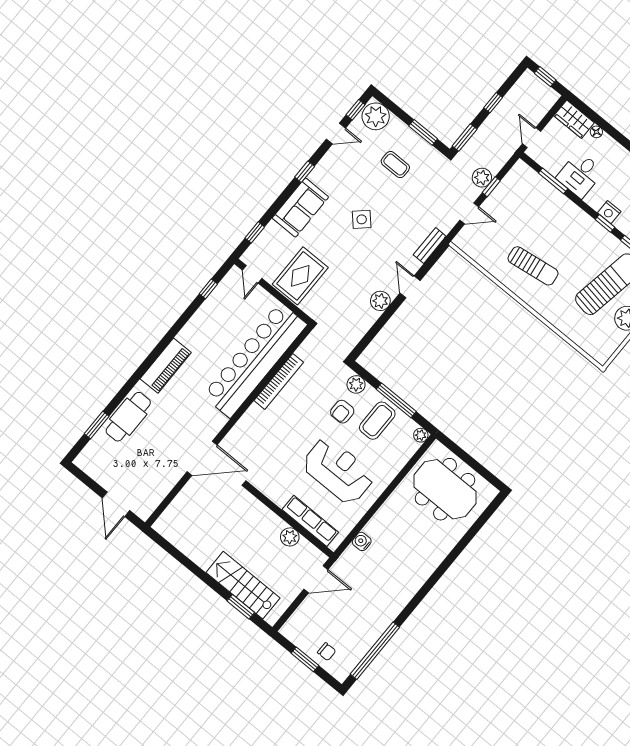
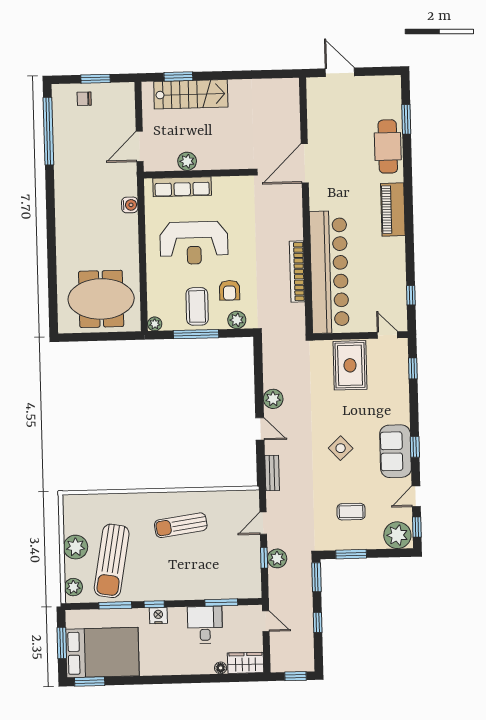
sofa: (300, 208) -> (396, 451), moved
armchair: (342, 412) -> (229, 290), turned 180

